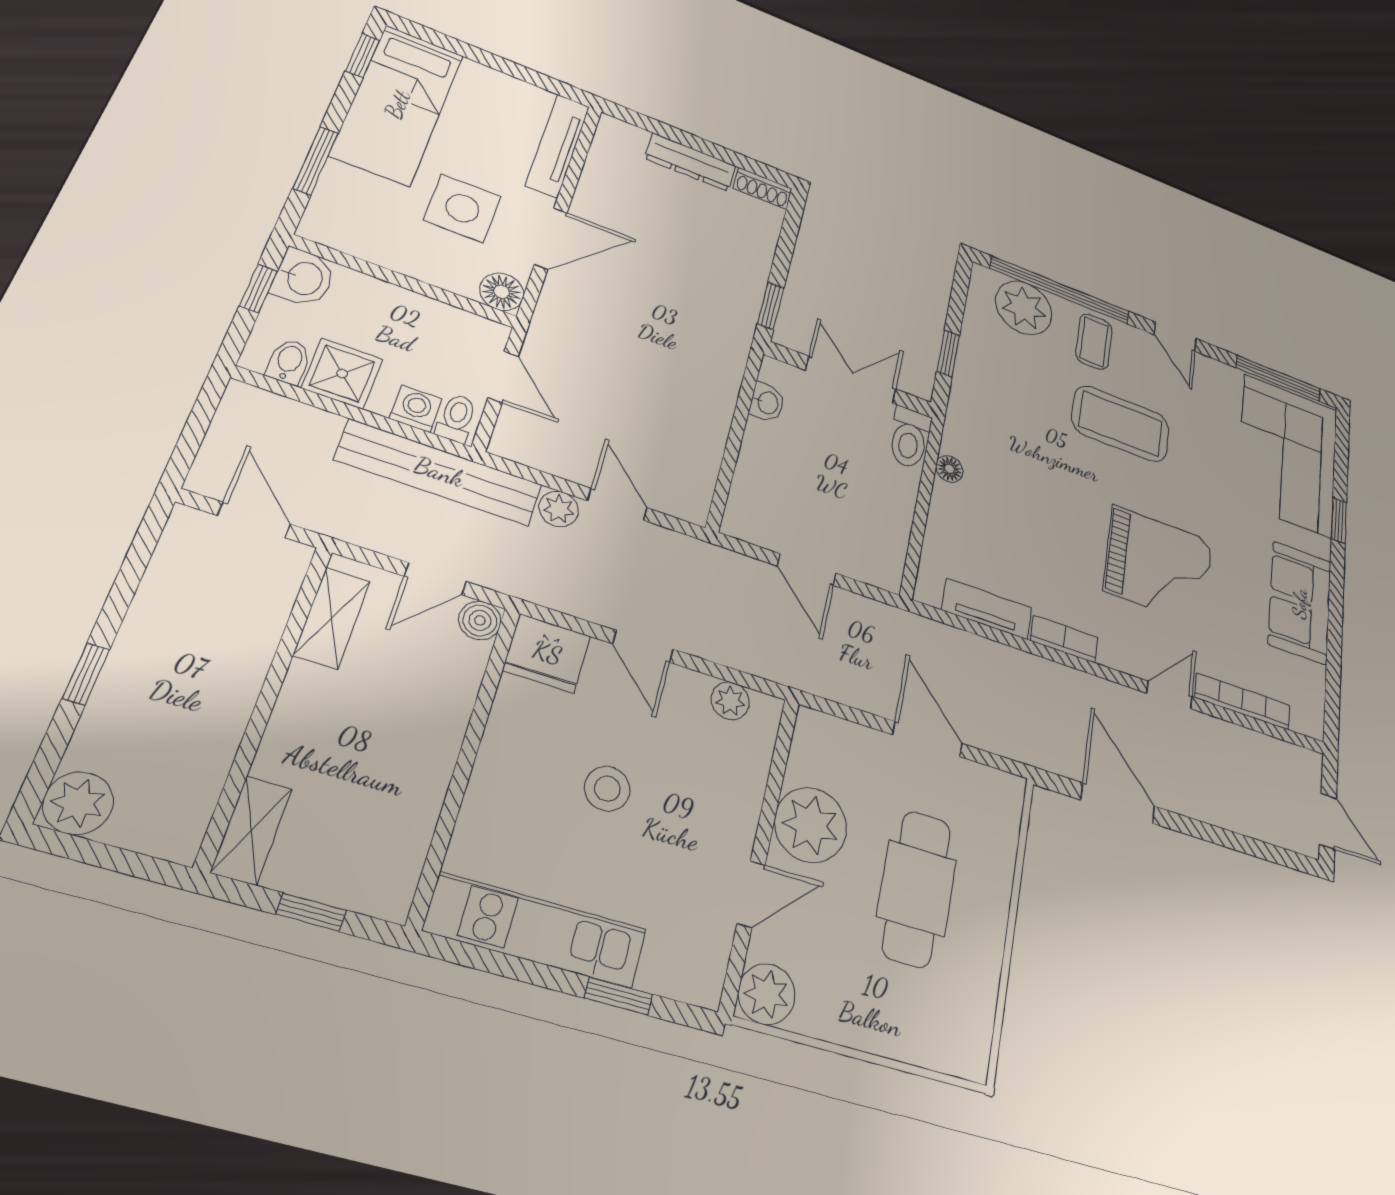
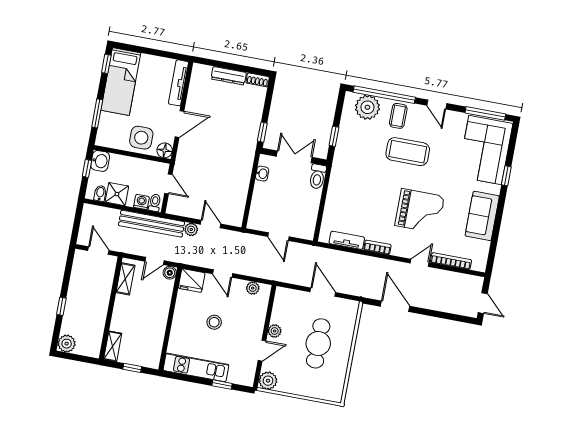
side table: (462, 208) -> (141, 138), moved
floor lamp: (950, 469) -> (333, 186), removed
plant: (811, 825) -> (275, 331), width x0.53, depth x0.53

